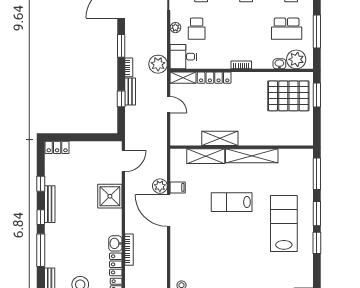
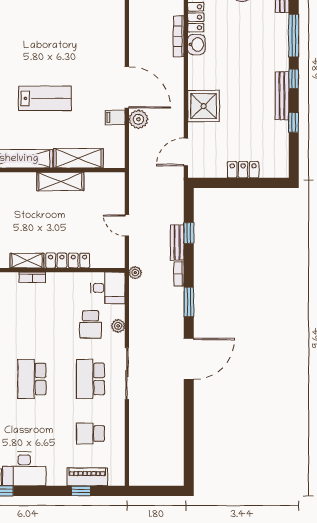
school desk: (197, 29) -> (90, 324), turned 180
plant: (158, 64) -> (135, 273), width x0.53, depth x0.53
shelving: (183, 78) -> (27, 261), moved
locker: (57, 147) -> (243, 170), moved

